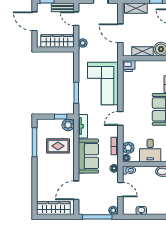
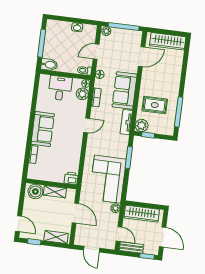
corner sofa: (103, 84) -> (108, 179), moved, turned 180
door: (120, 190) -> (96, 52), hinge flipped

